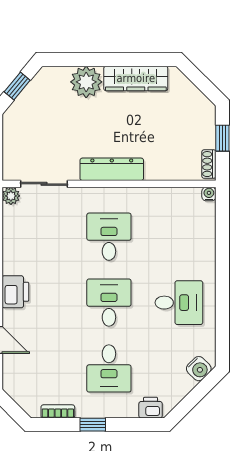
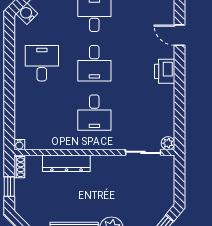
dresser: (112, 169) -> (66, 163), moved
desk: (179, 303) -> (42, 63), turned 90

